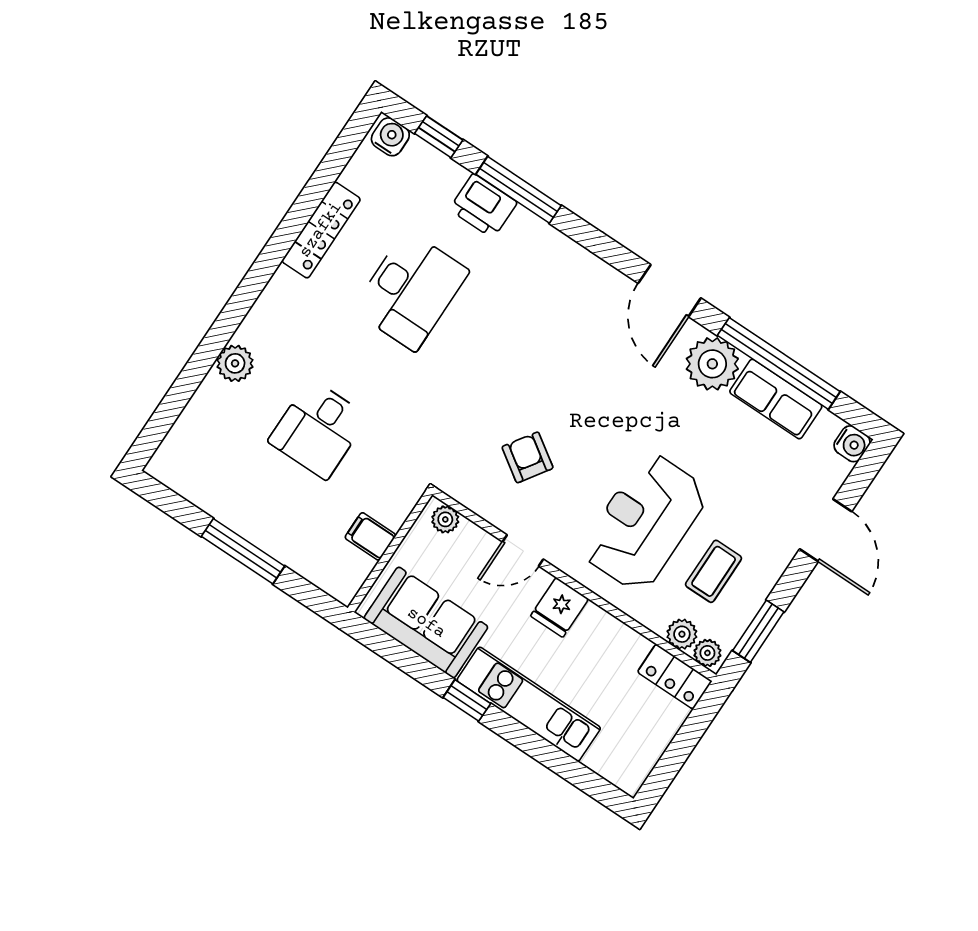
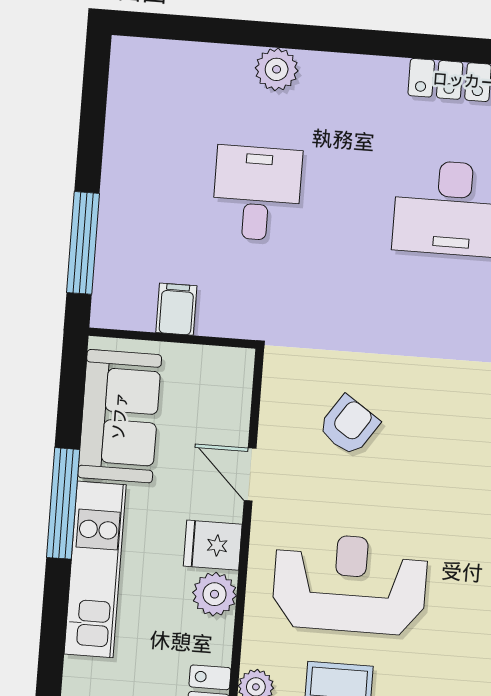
desk: (318, 429) -> (257, 193), turned 90
plant: (445, 519) -> (215, 594), moved, width x1.38, depth x1.38
window: (243, 551) -> (83, 243), moved
window: (467, 700) -> (63, 503), width x2.17

